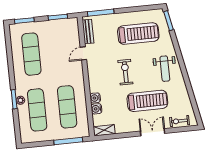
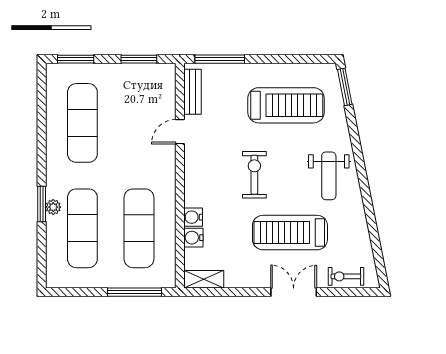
treadmill: (147, 101) -> (290, 233), turned 180

